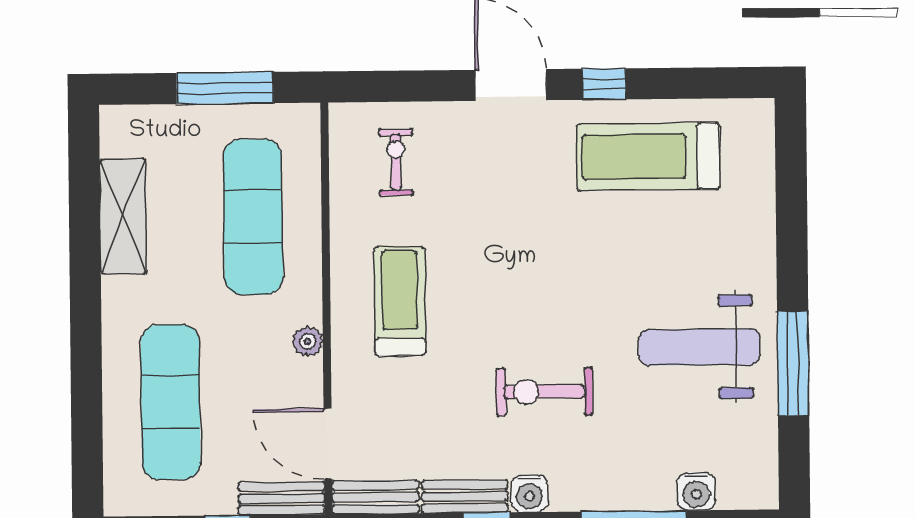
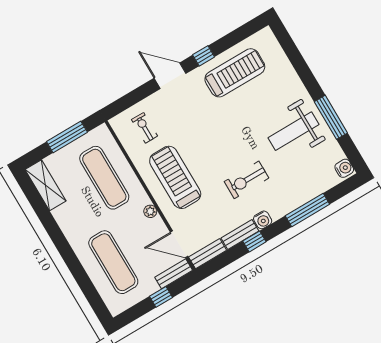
treadmill: (648, 157) -> (235, 73), turned 180
shelving: (123, 216) -> (45, 185), moved
treadmill: (400, 301) -> (175, 177), width x1.37, depth x1.38
water cooler: (696, 491) -> (344, 168), moved, turned -90

